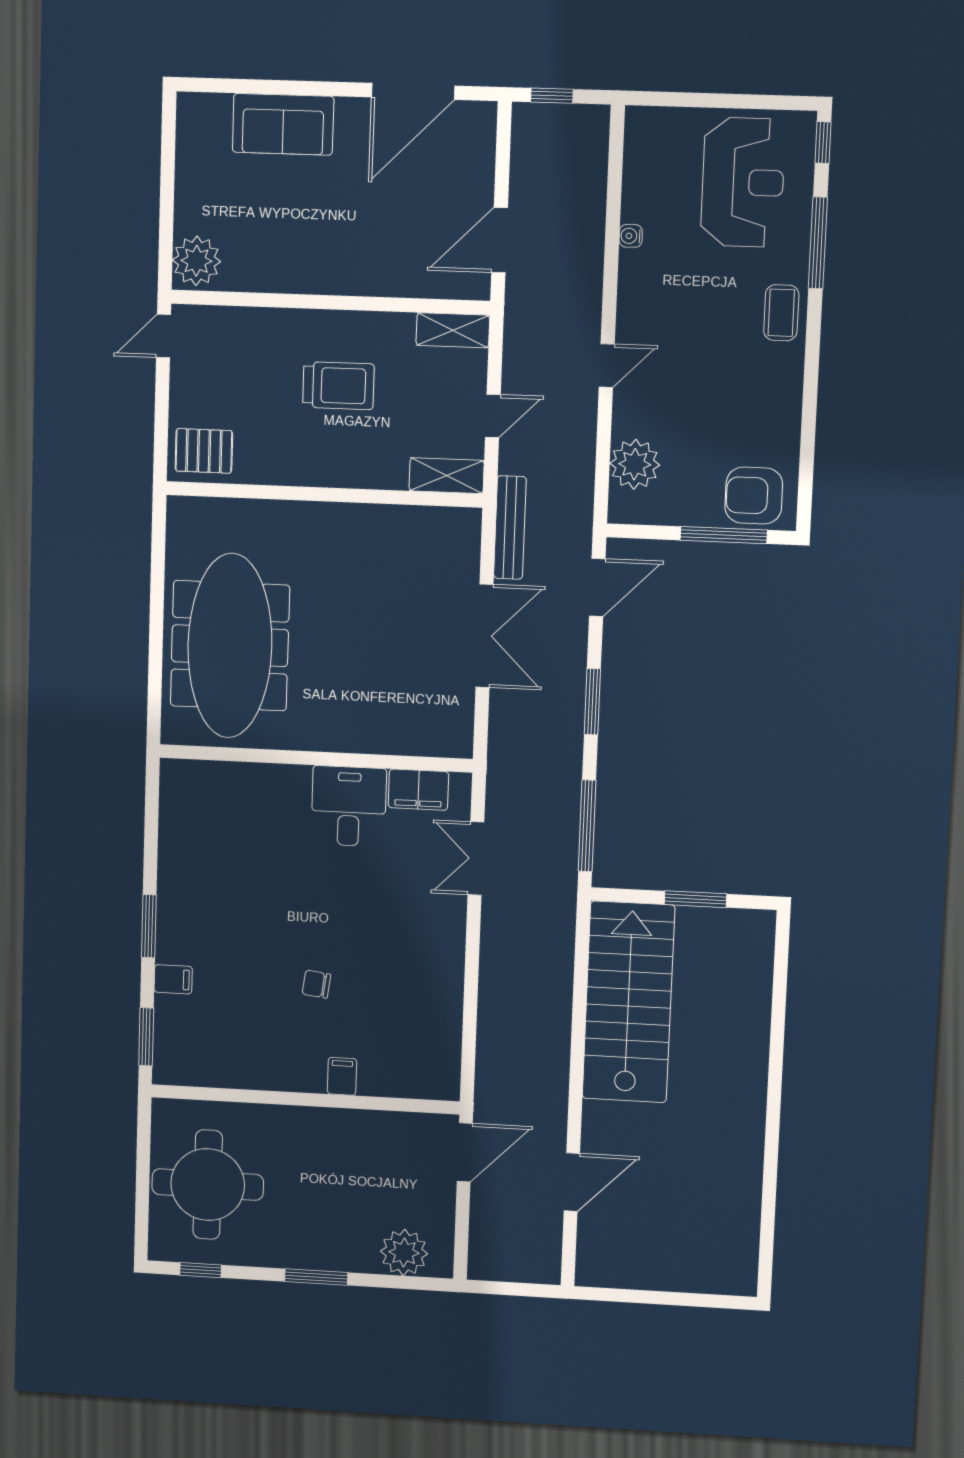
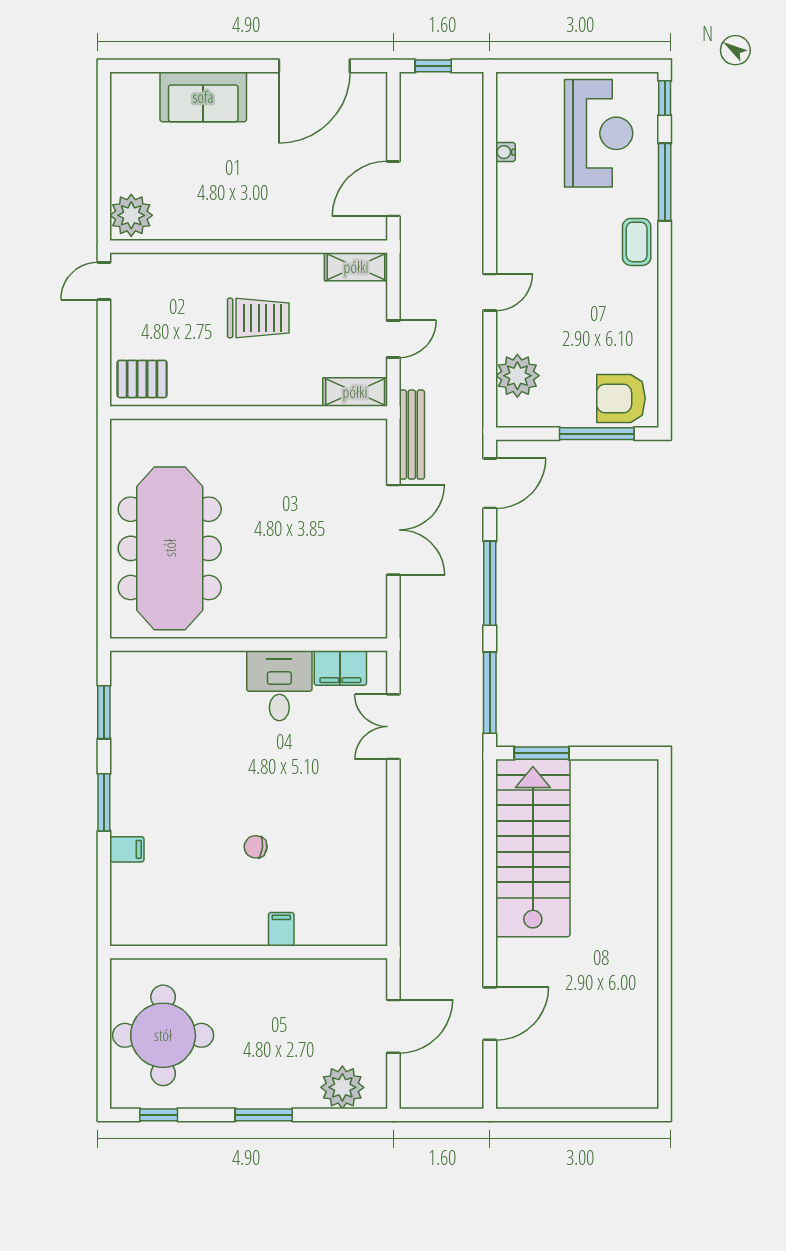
water cooler: (631, 236) -> (505, 152), moved
window: (592, 702) -> (490, 583), width x1.44
window: (696, 899) -> (542, 753), moved
window: (146, 1037) -> (104, 712), moved
door: (465, 1152) -> (393, 1026), moved

